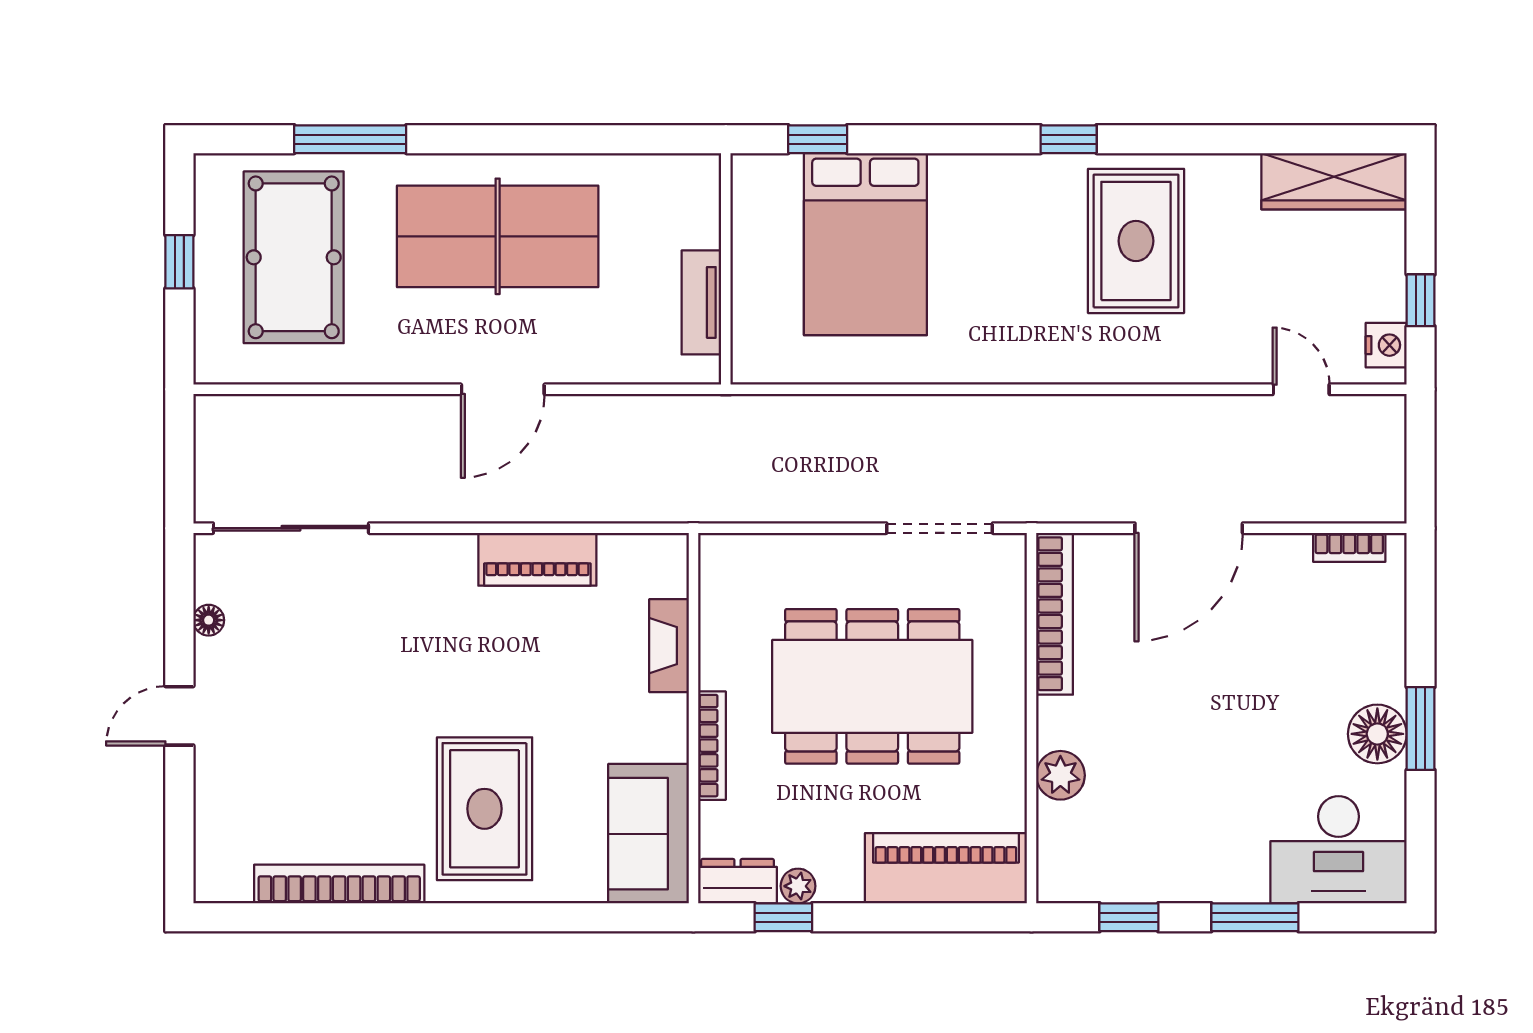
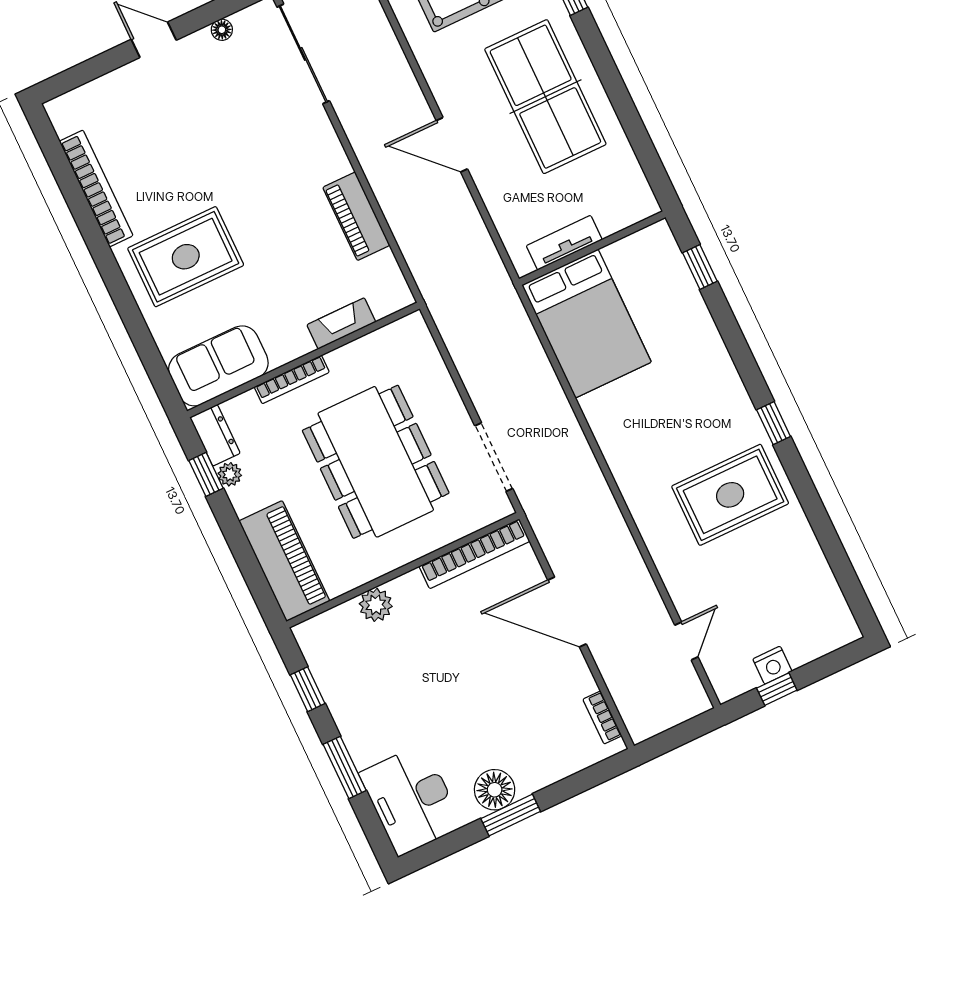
wardrobe: (1334, 181) -> (825, 600), removed
bed: (865, 244) -> (587, 324), moved, turned -90
nightstand: (1386, 345) -> (772, 665), moved

